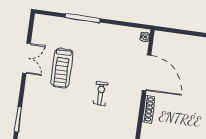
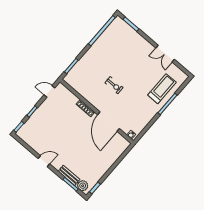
treadmill: (62, 68) -> (162, 89), moved, turned 90
door: (147, 73) -> (108, 122), hinge flipped

